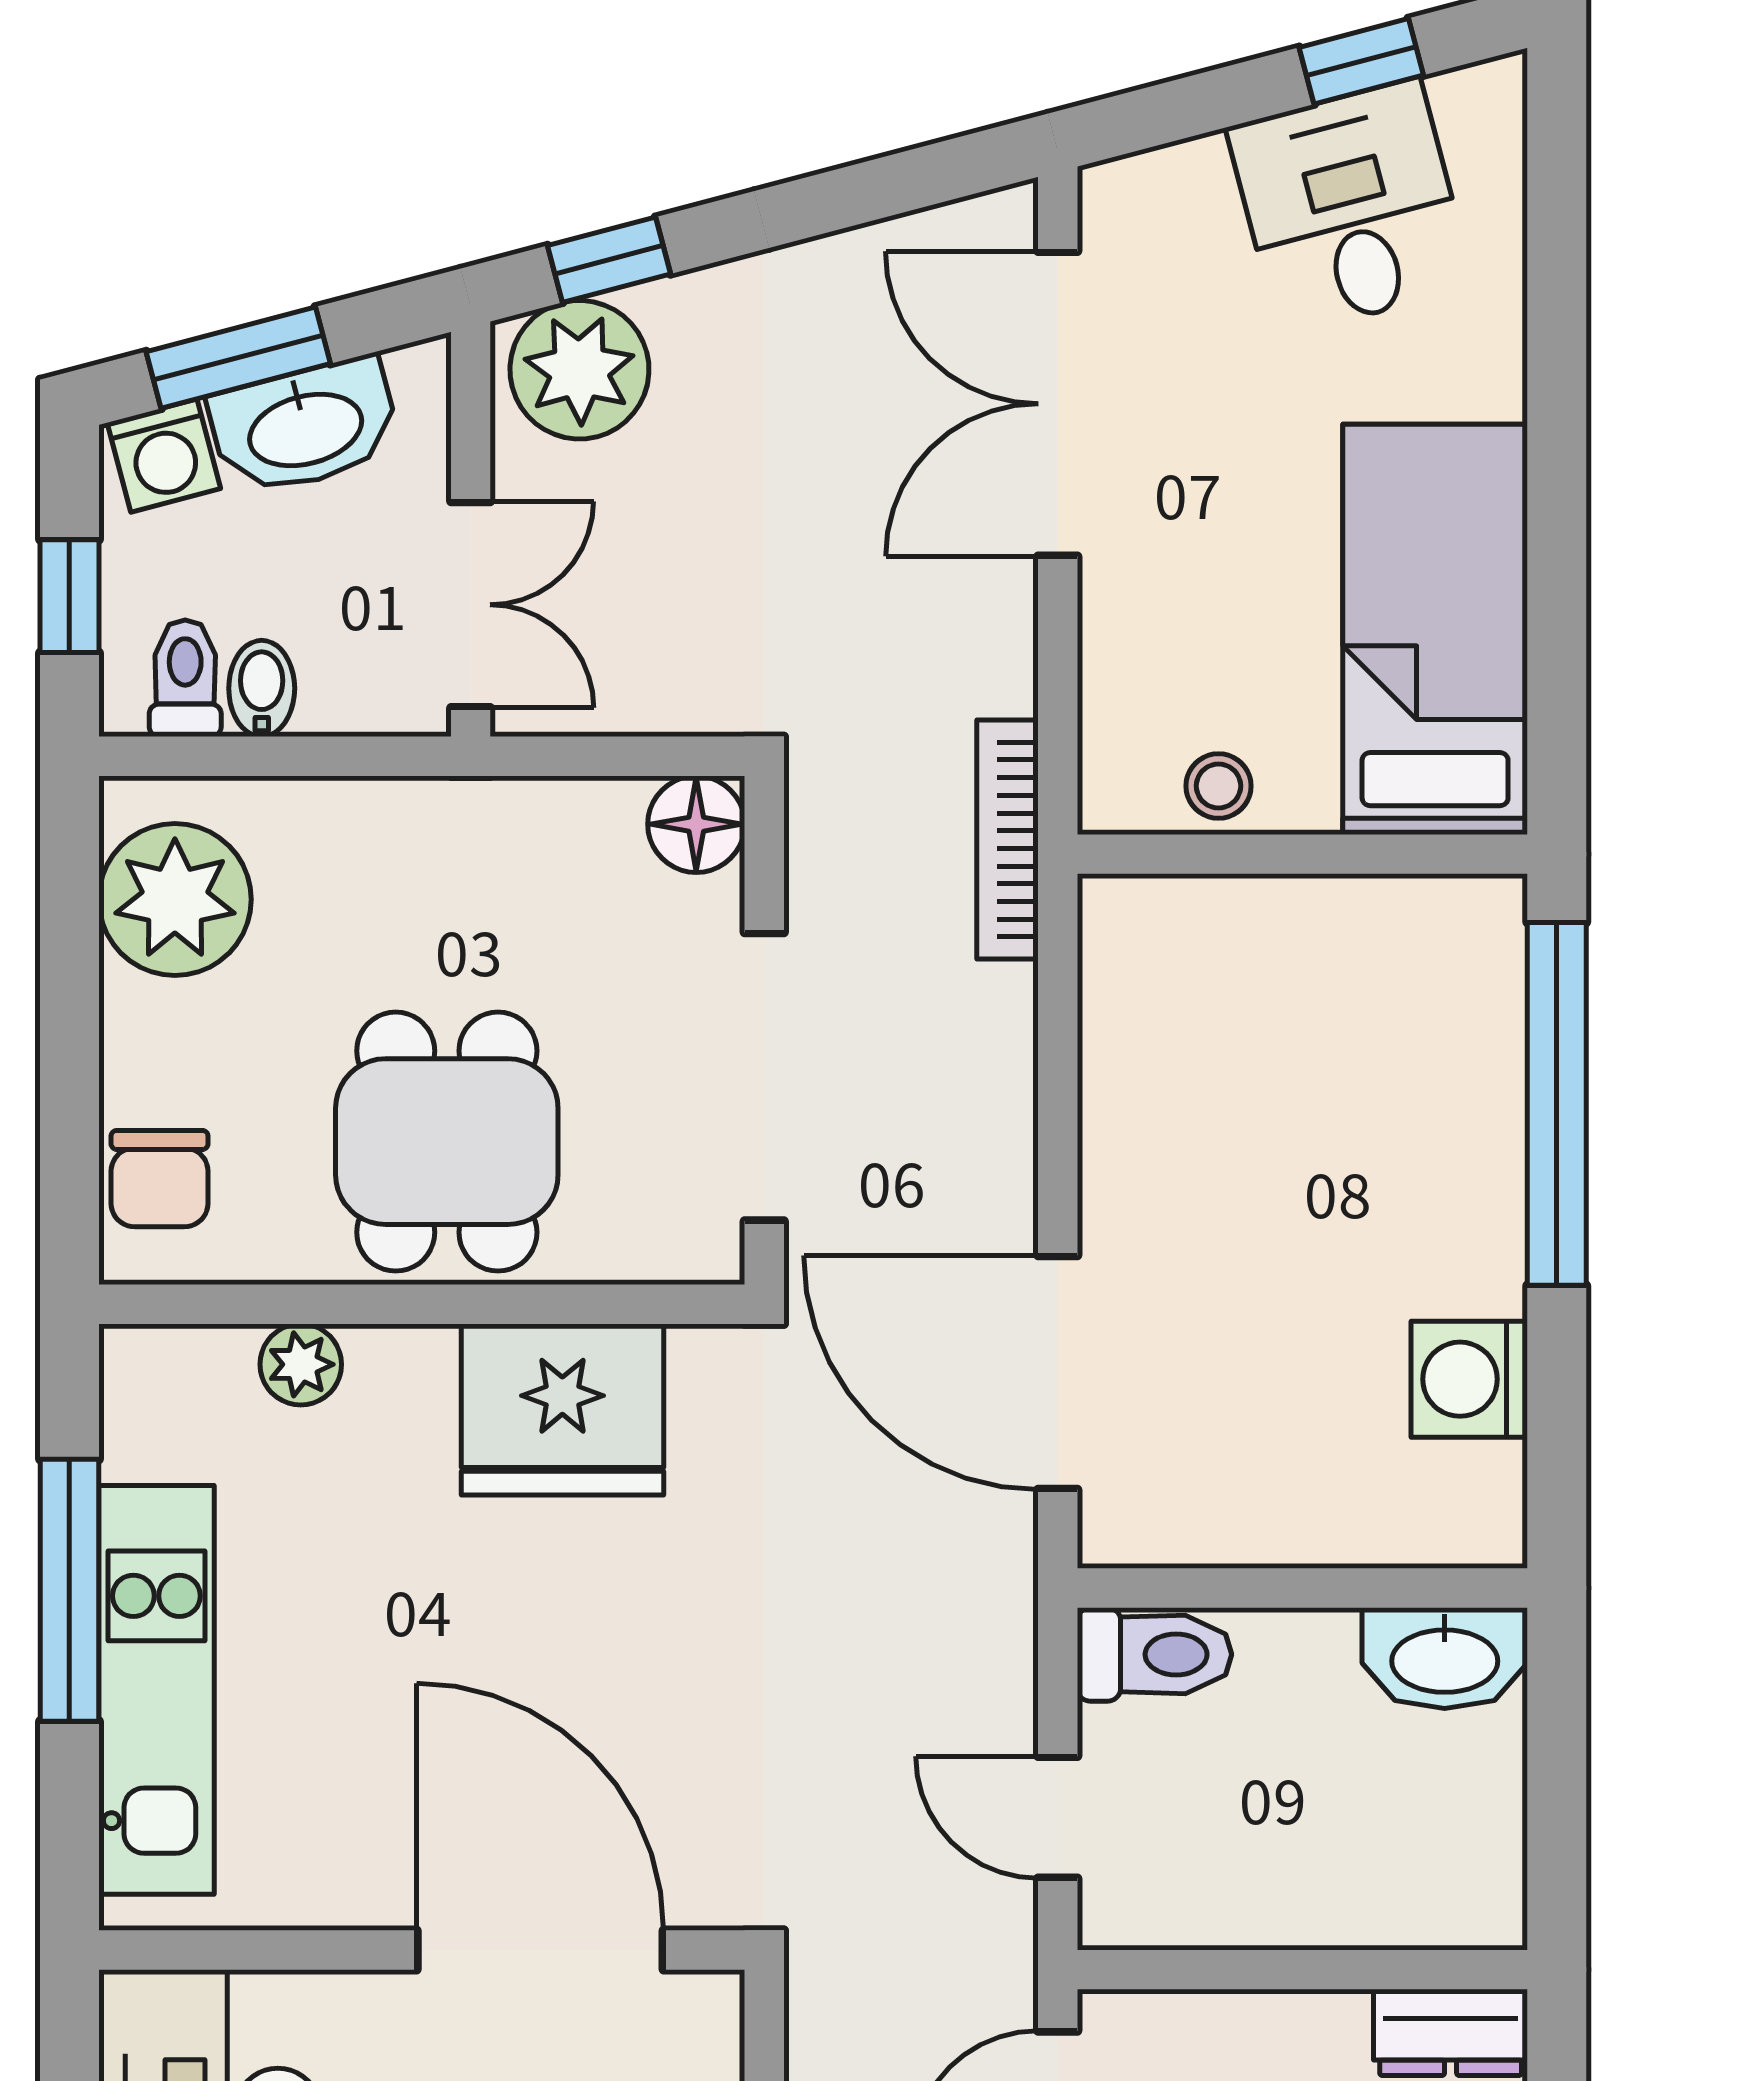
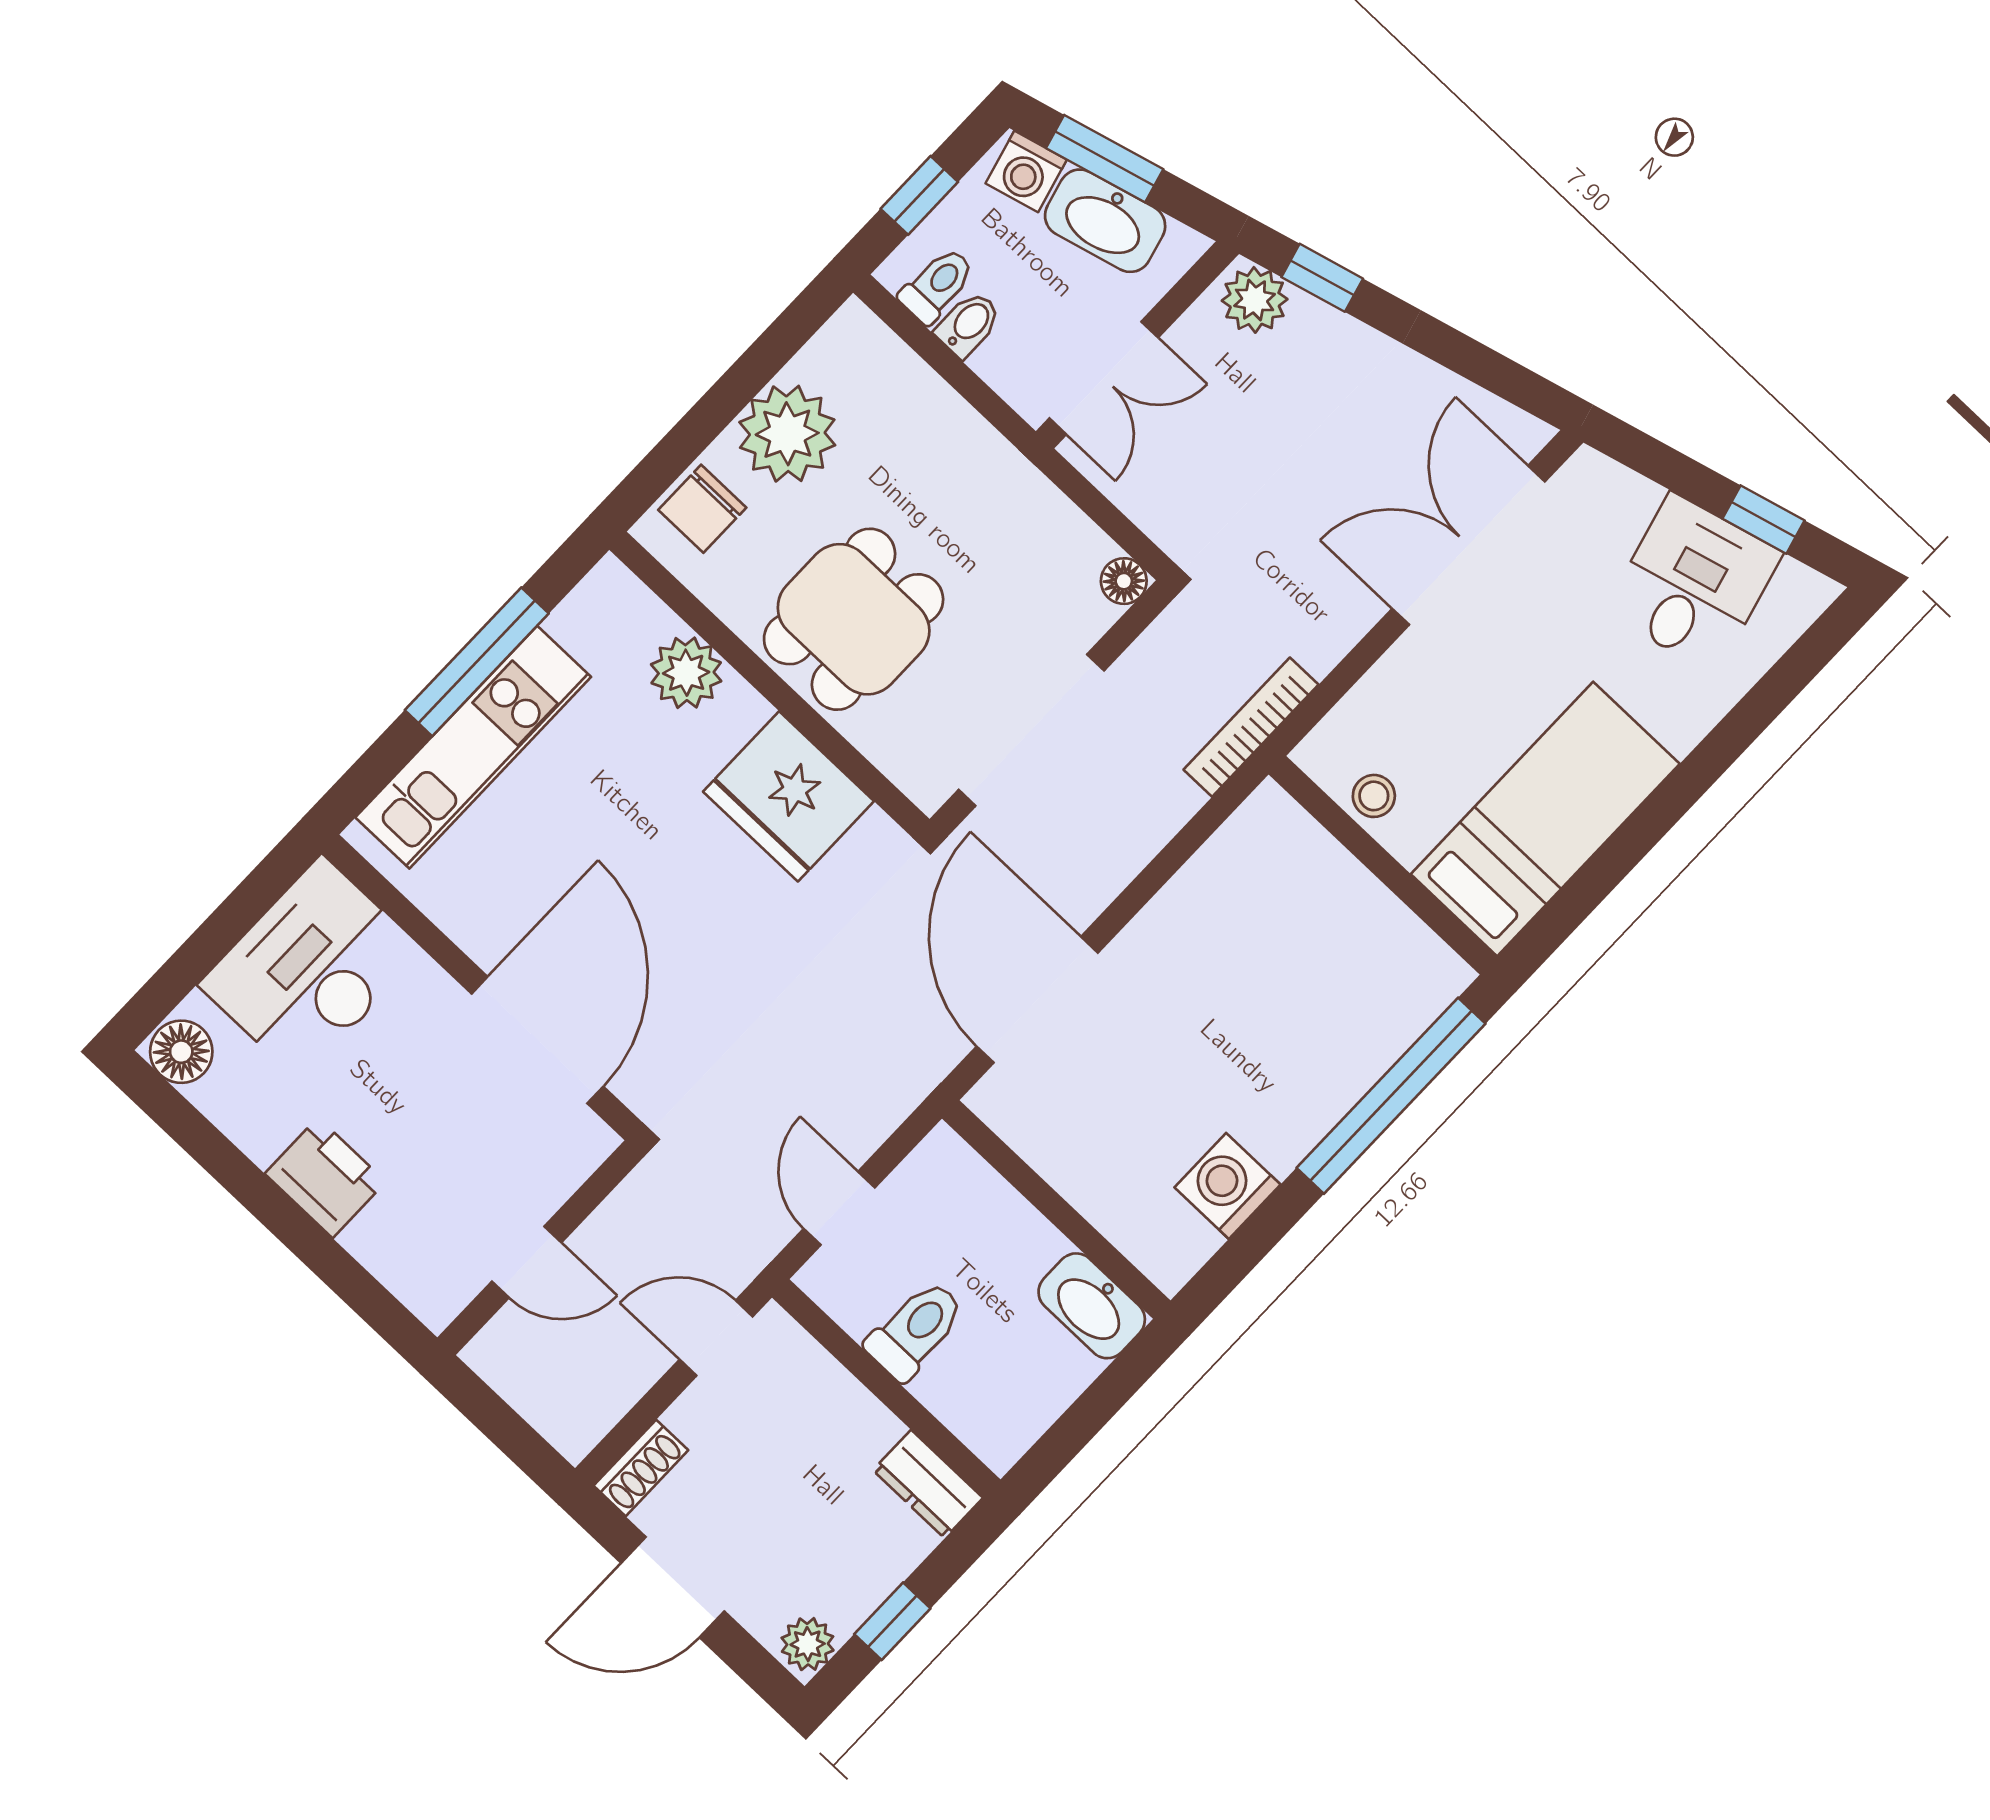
plant: (579, 370) -> (1255, 300), width x0.73, depth x0.73
floor lamp: (696, 824) -> (1124, 581), width x0.73, depth x0.73
plant: (175, 899) -> (787, 434), moved
plant: (301, 1364) -> (686, 673), width x1.38, depth x1.38
toilet: (1154, 1654) -> (916, 1330), moved, turned -90

